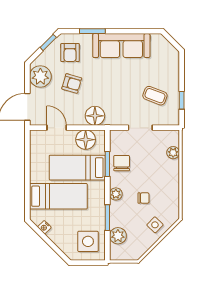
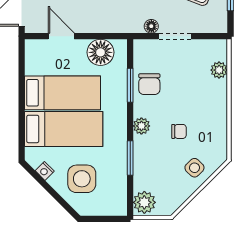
floor lamp: (95, 116) -> (151, 26), moved, width x0.53, depth x0.53
chair: (122, 163) -> (149, 84), turned 180
bed: (77, 168) -> (62, 93), moved, turned 180
plant: (118, 236) -> (144, 202), moved
side table: (88, 241) -> (82, 179), moved

